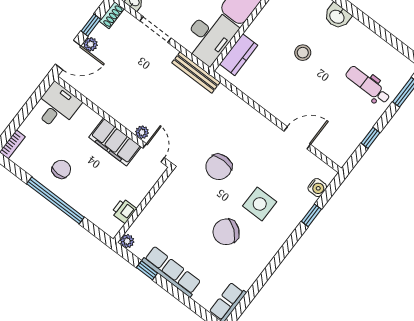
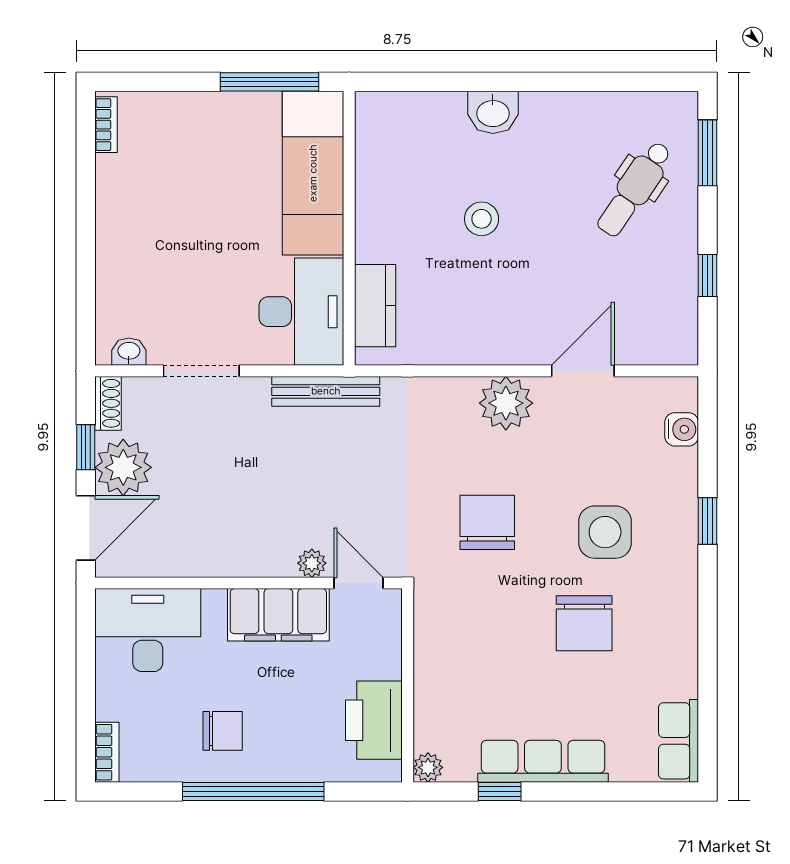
plant: (91, 44) -> (123, 467), width x1.87, depth x1.87
dental chair: (368, 85) -> (634, 189), turned -56
desk: (57, 107) -> (148, 630), width x1.37
plant: (259, 128) -> (506, 403), added
chair: (219, 167) -> (487, 522), turned 180
chair: (61, 169) -> (223, 731), turned 90
printer: (124, 211) -> (374, 720), width x1.87, depth x1.48
window: (311, 215) -> (708, 521), moved
chair: (226, 232) -> (584, 623), turned -39

